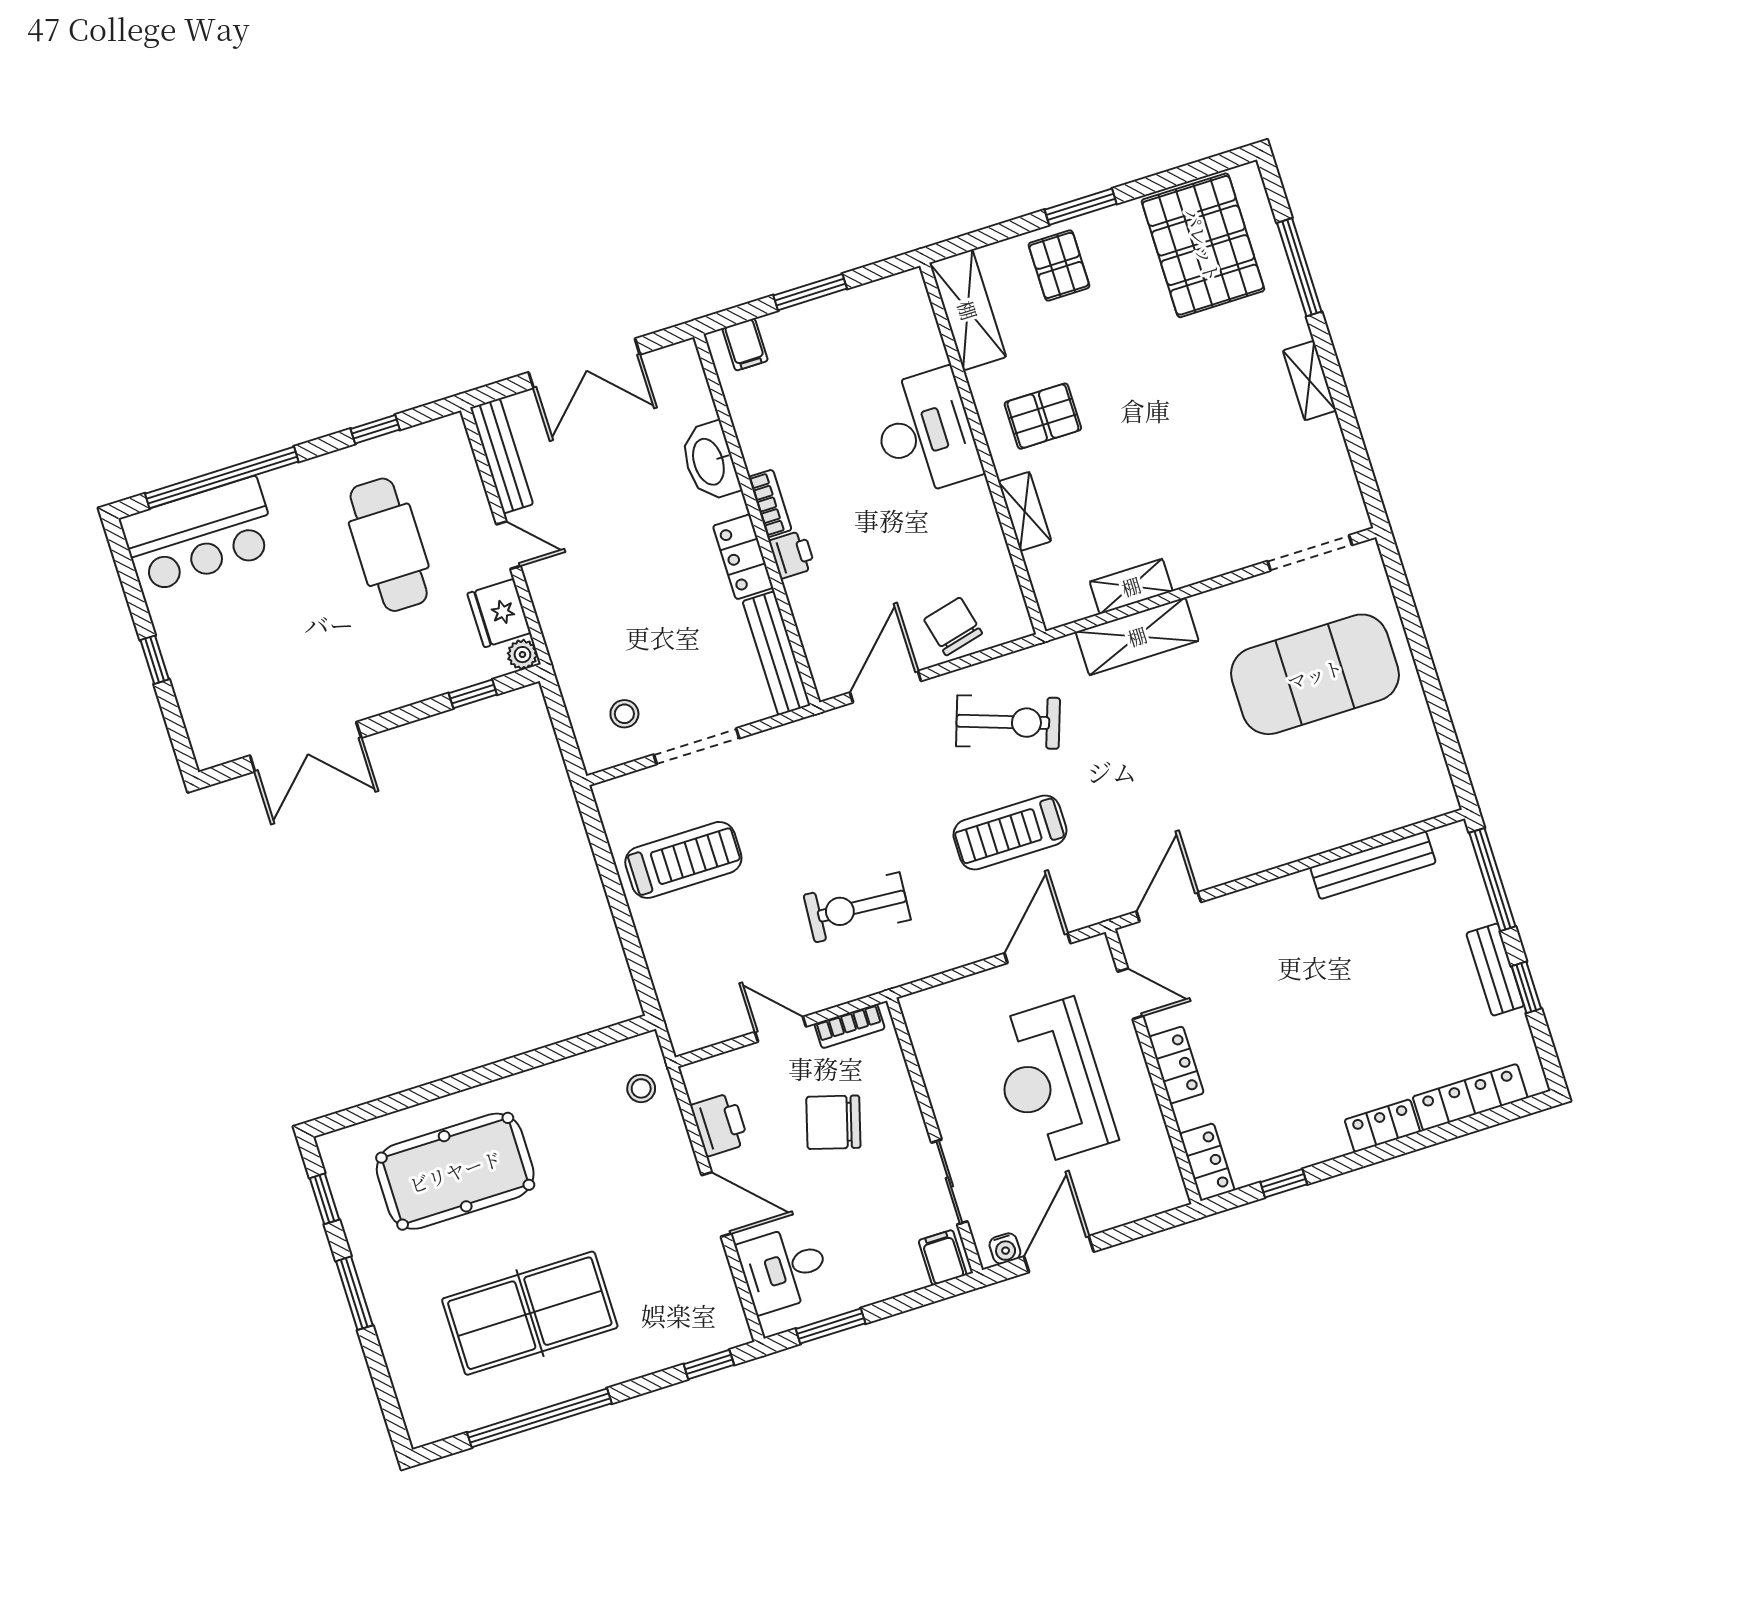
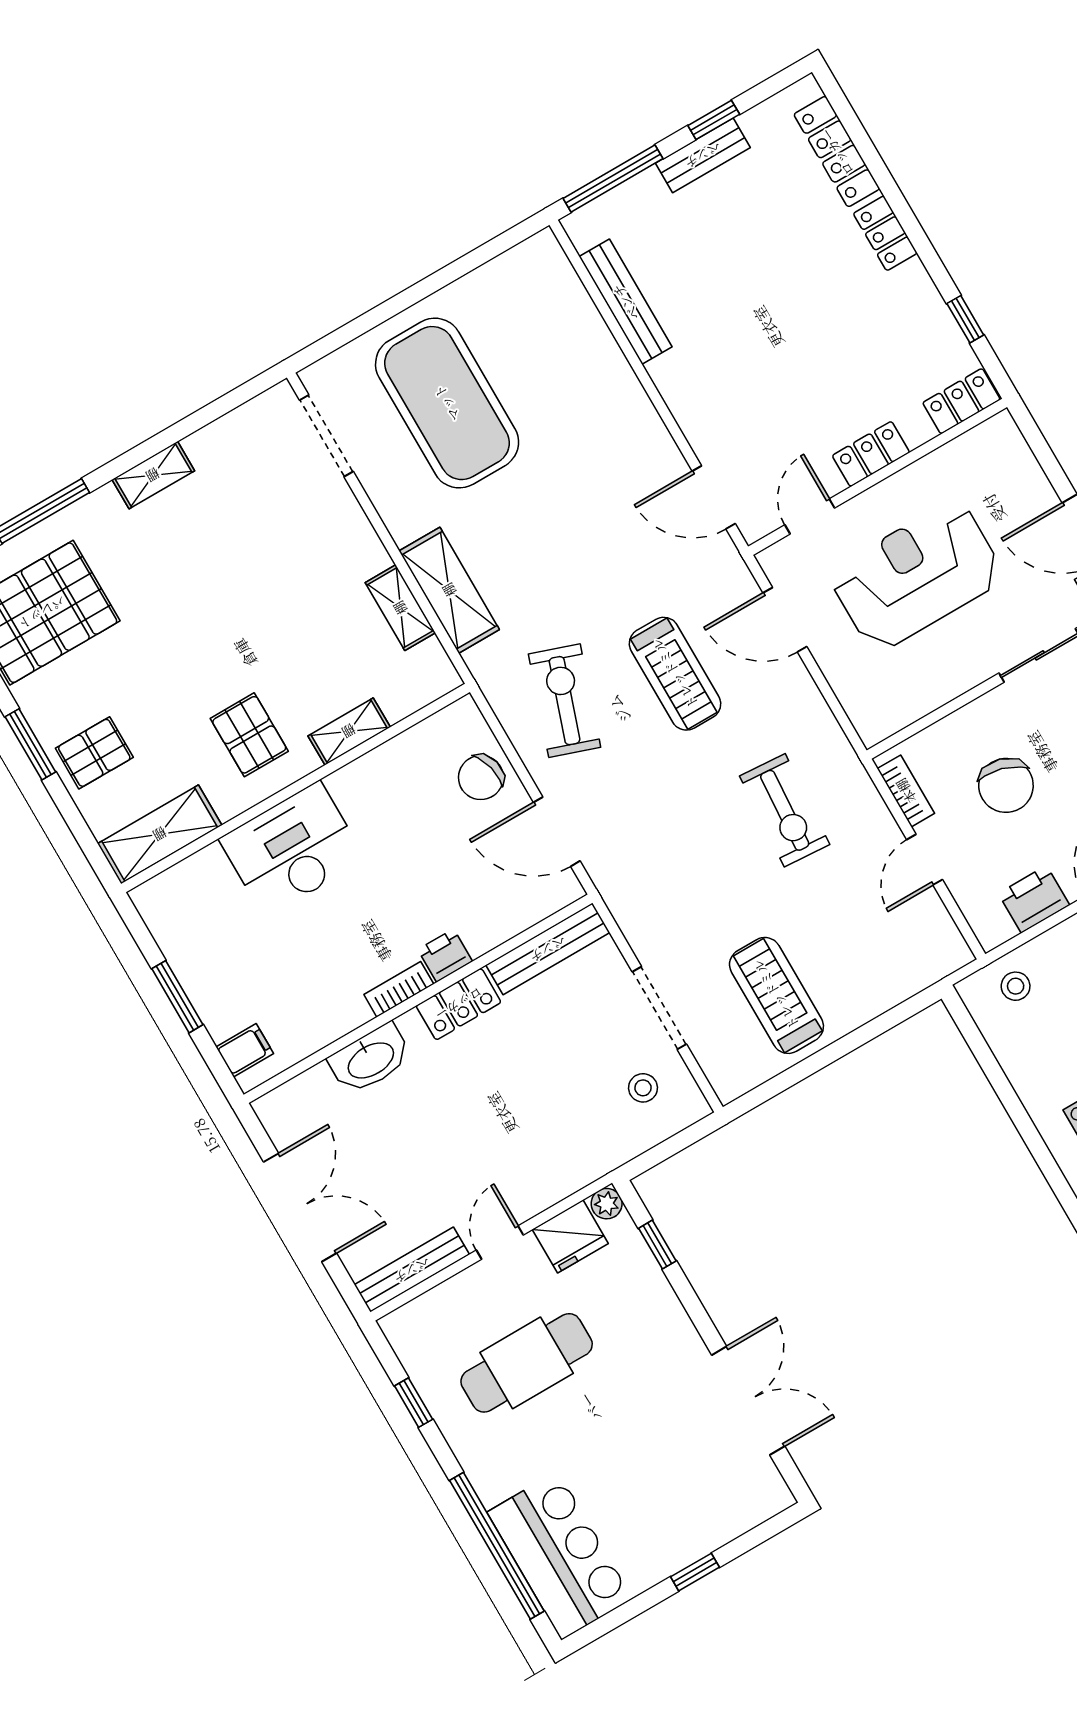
reception desk: (1051, 1082) -> (916, 576), turned 180

